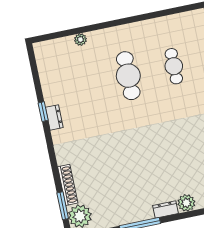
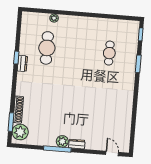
cafe table: (128, 76) -> (47, 48), moved
plant: (186, 203) -> (62, 141), moved

